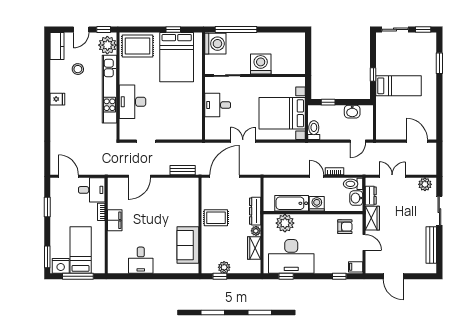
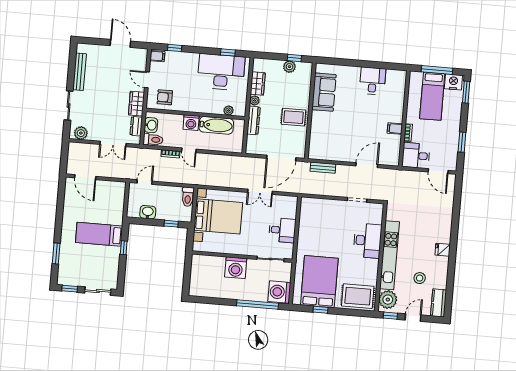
filing cabinet: (115, 220) -> (395, 129), width x0.50
plant: (285, 223) -> (229, 111), width x0.53, depth x0.53

